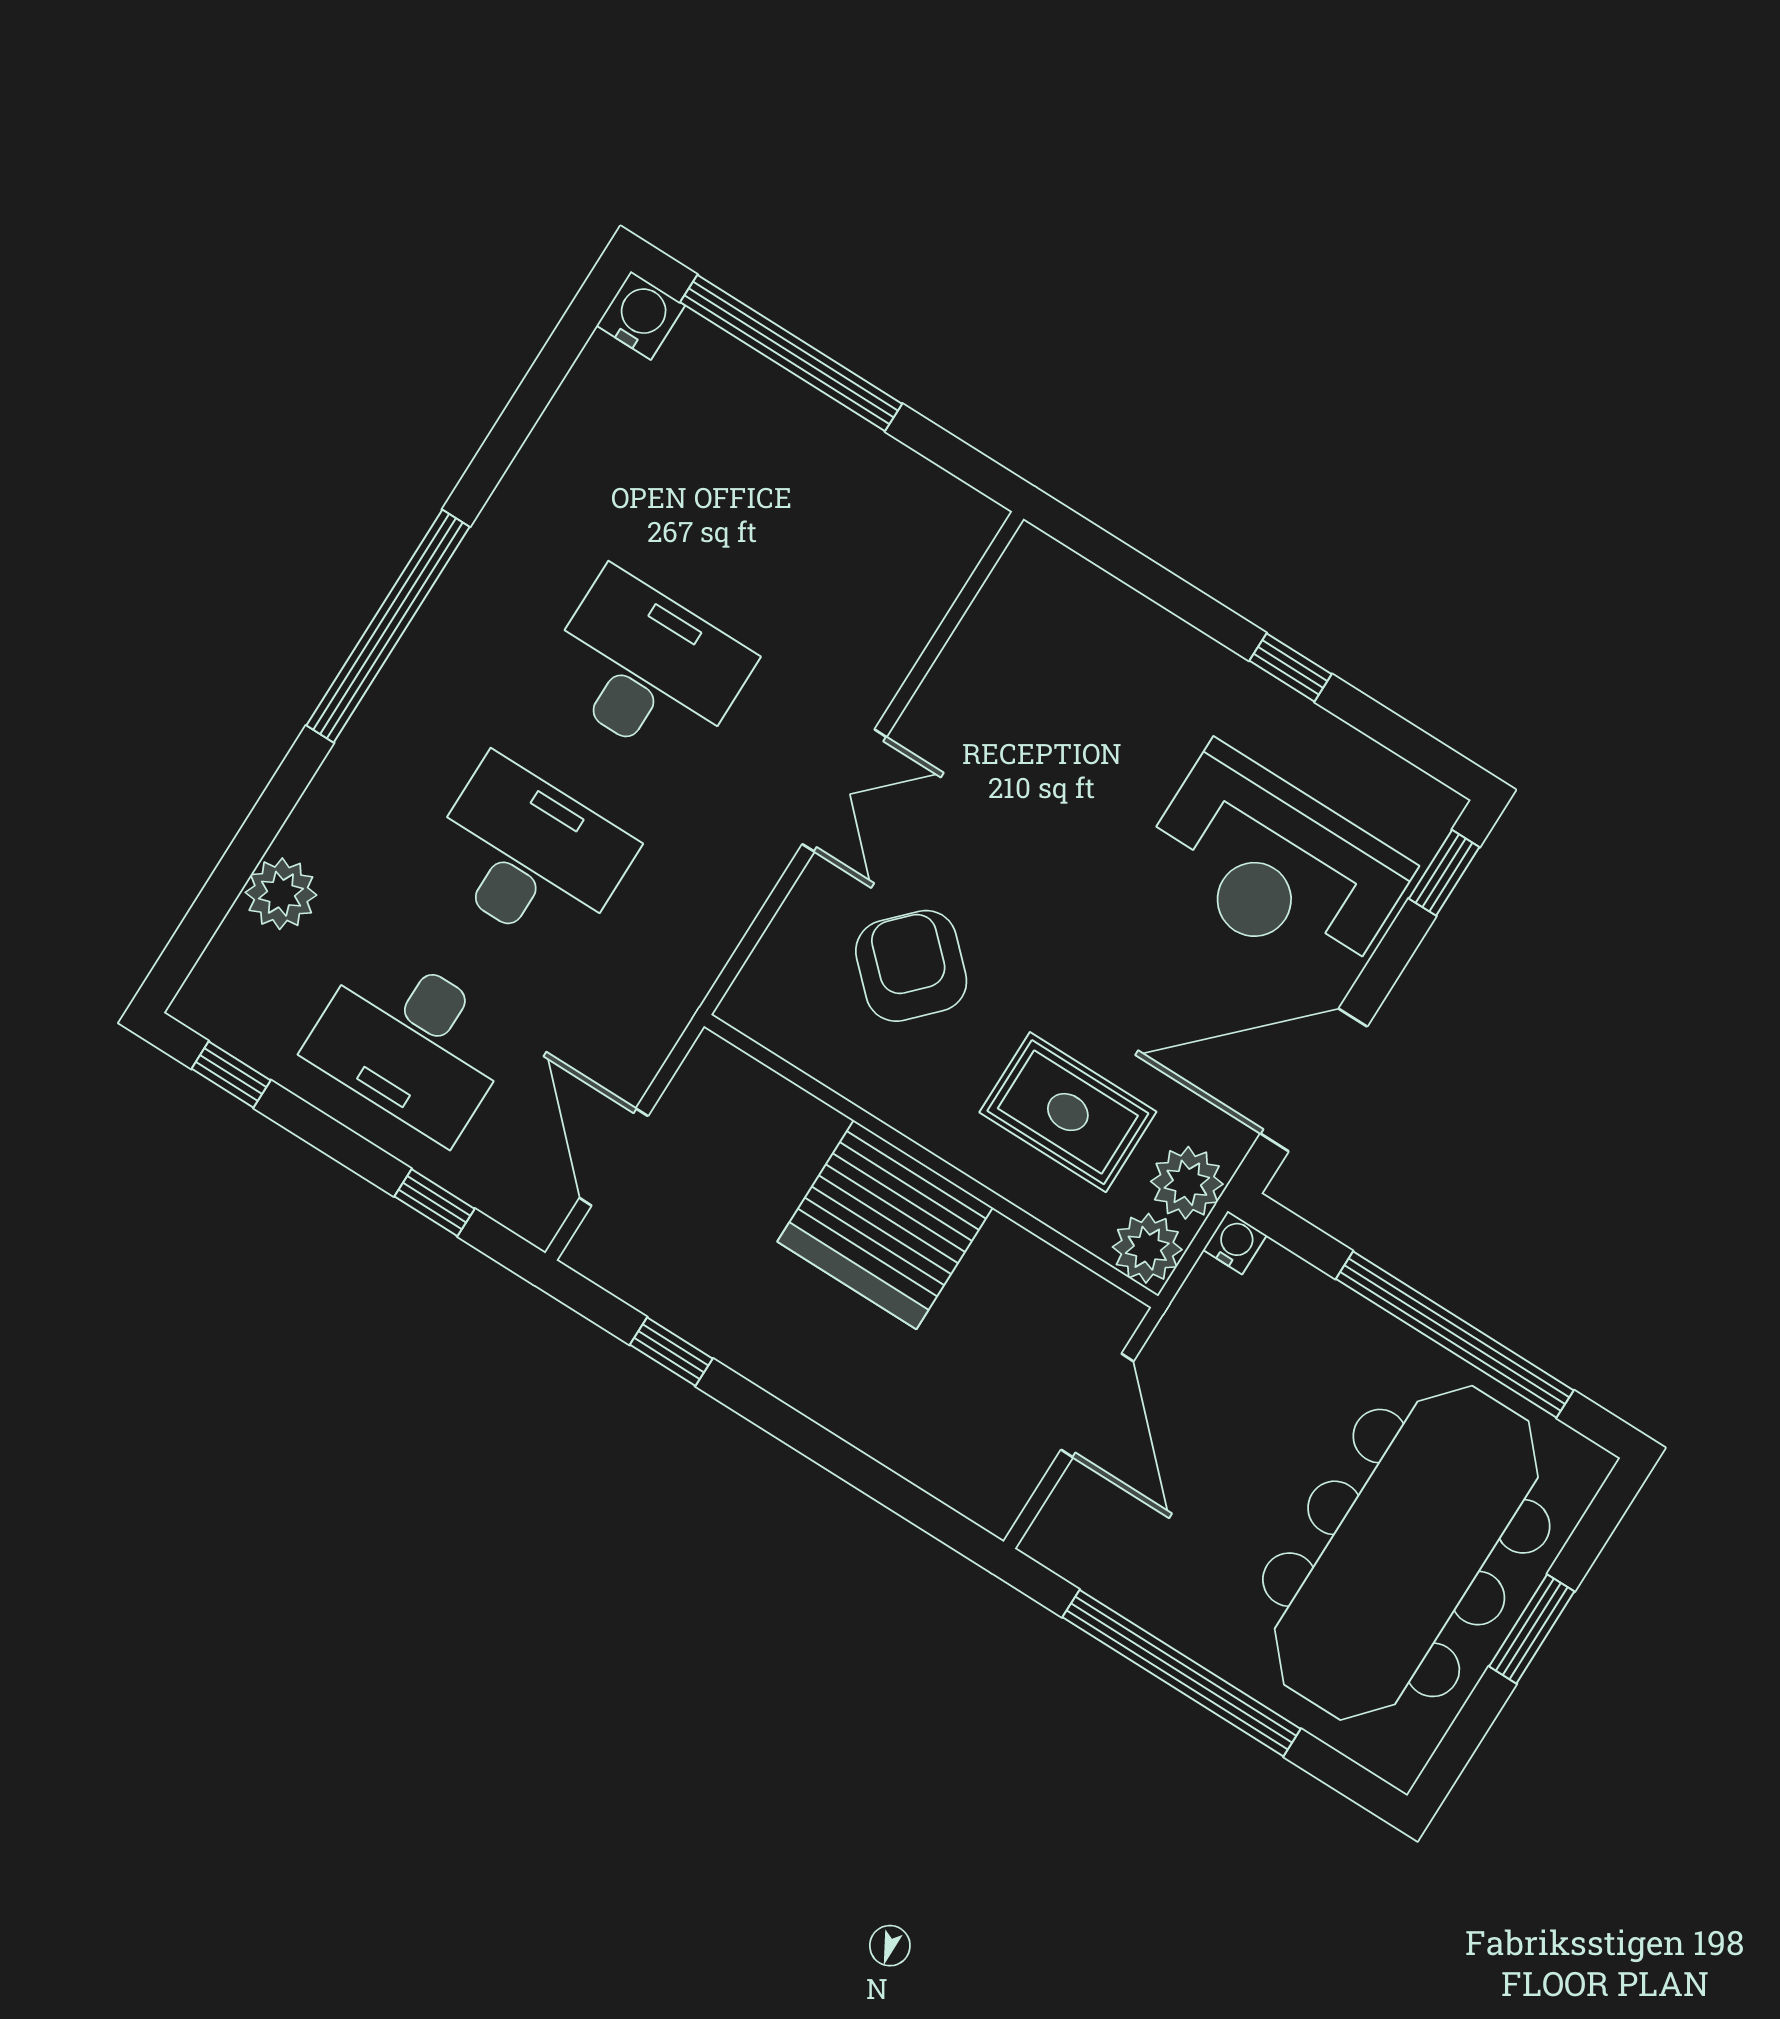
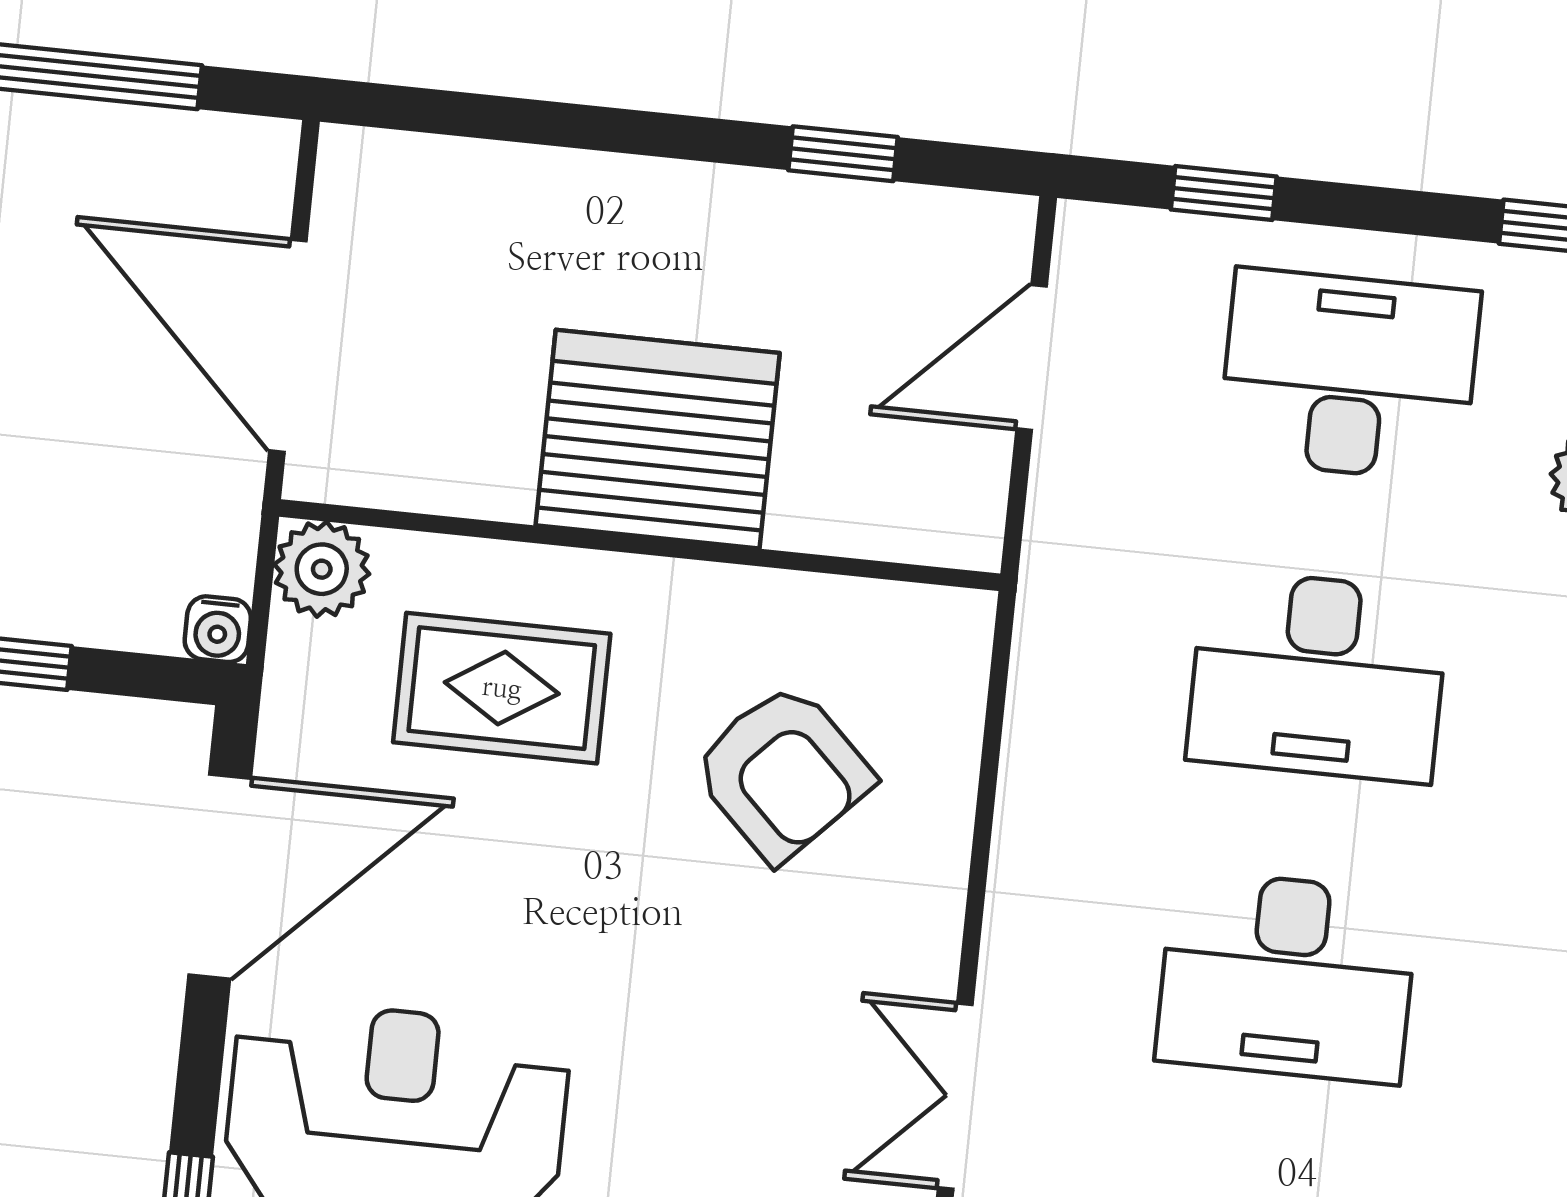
double door: (844, 791) -> (955, 1096), moved
door: (614, 1157) -> (1032, 358), swing flipped
plant: (1187, 1183) -> (313, 673), removed
door: (1097, 1405) -> (288, 346), width x1.36

